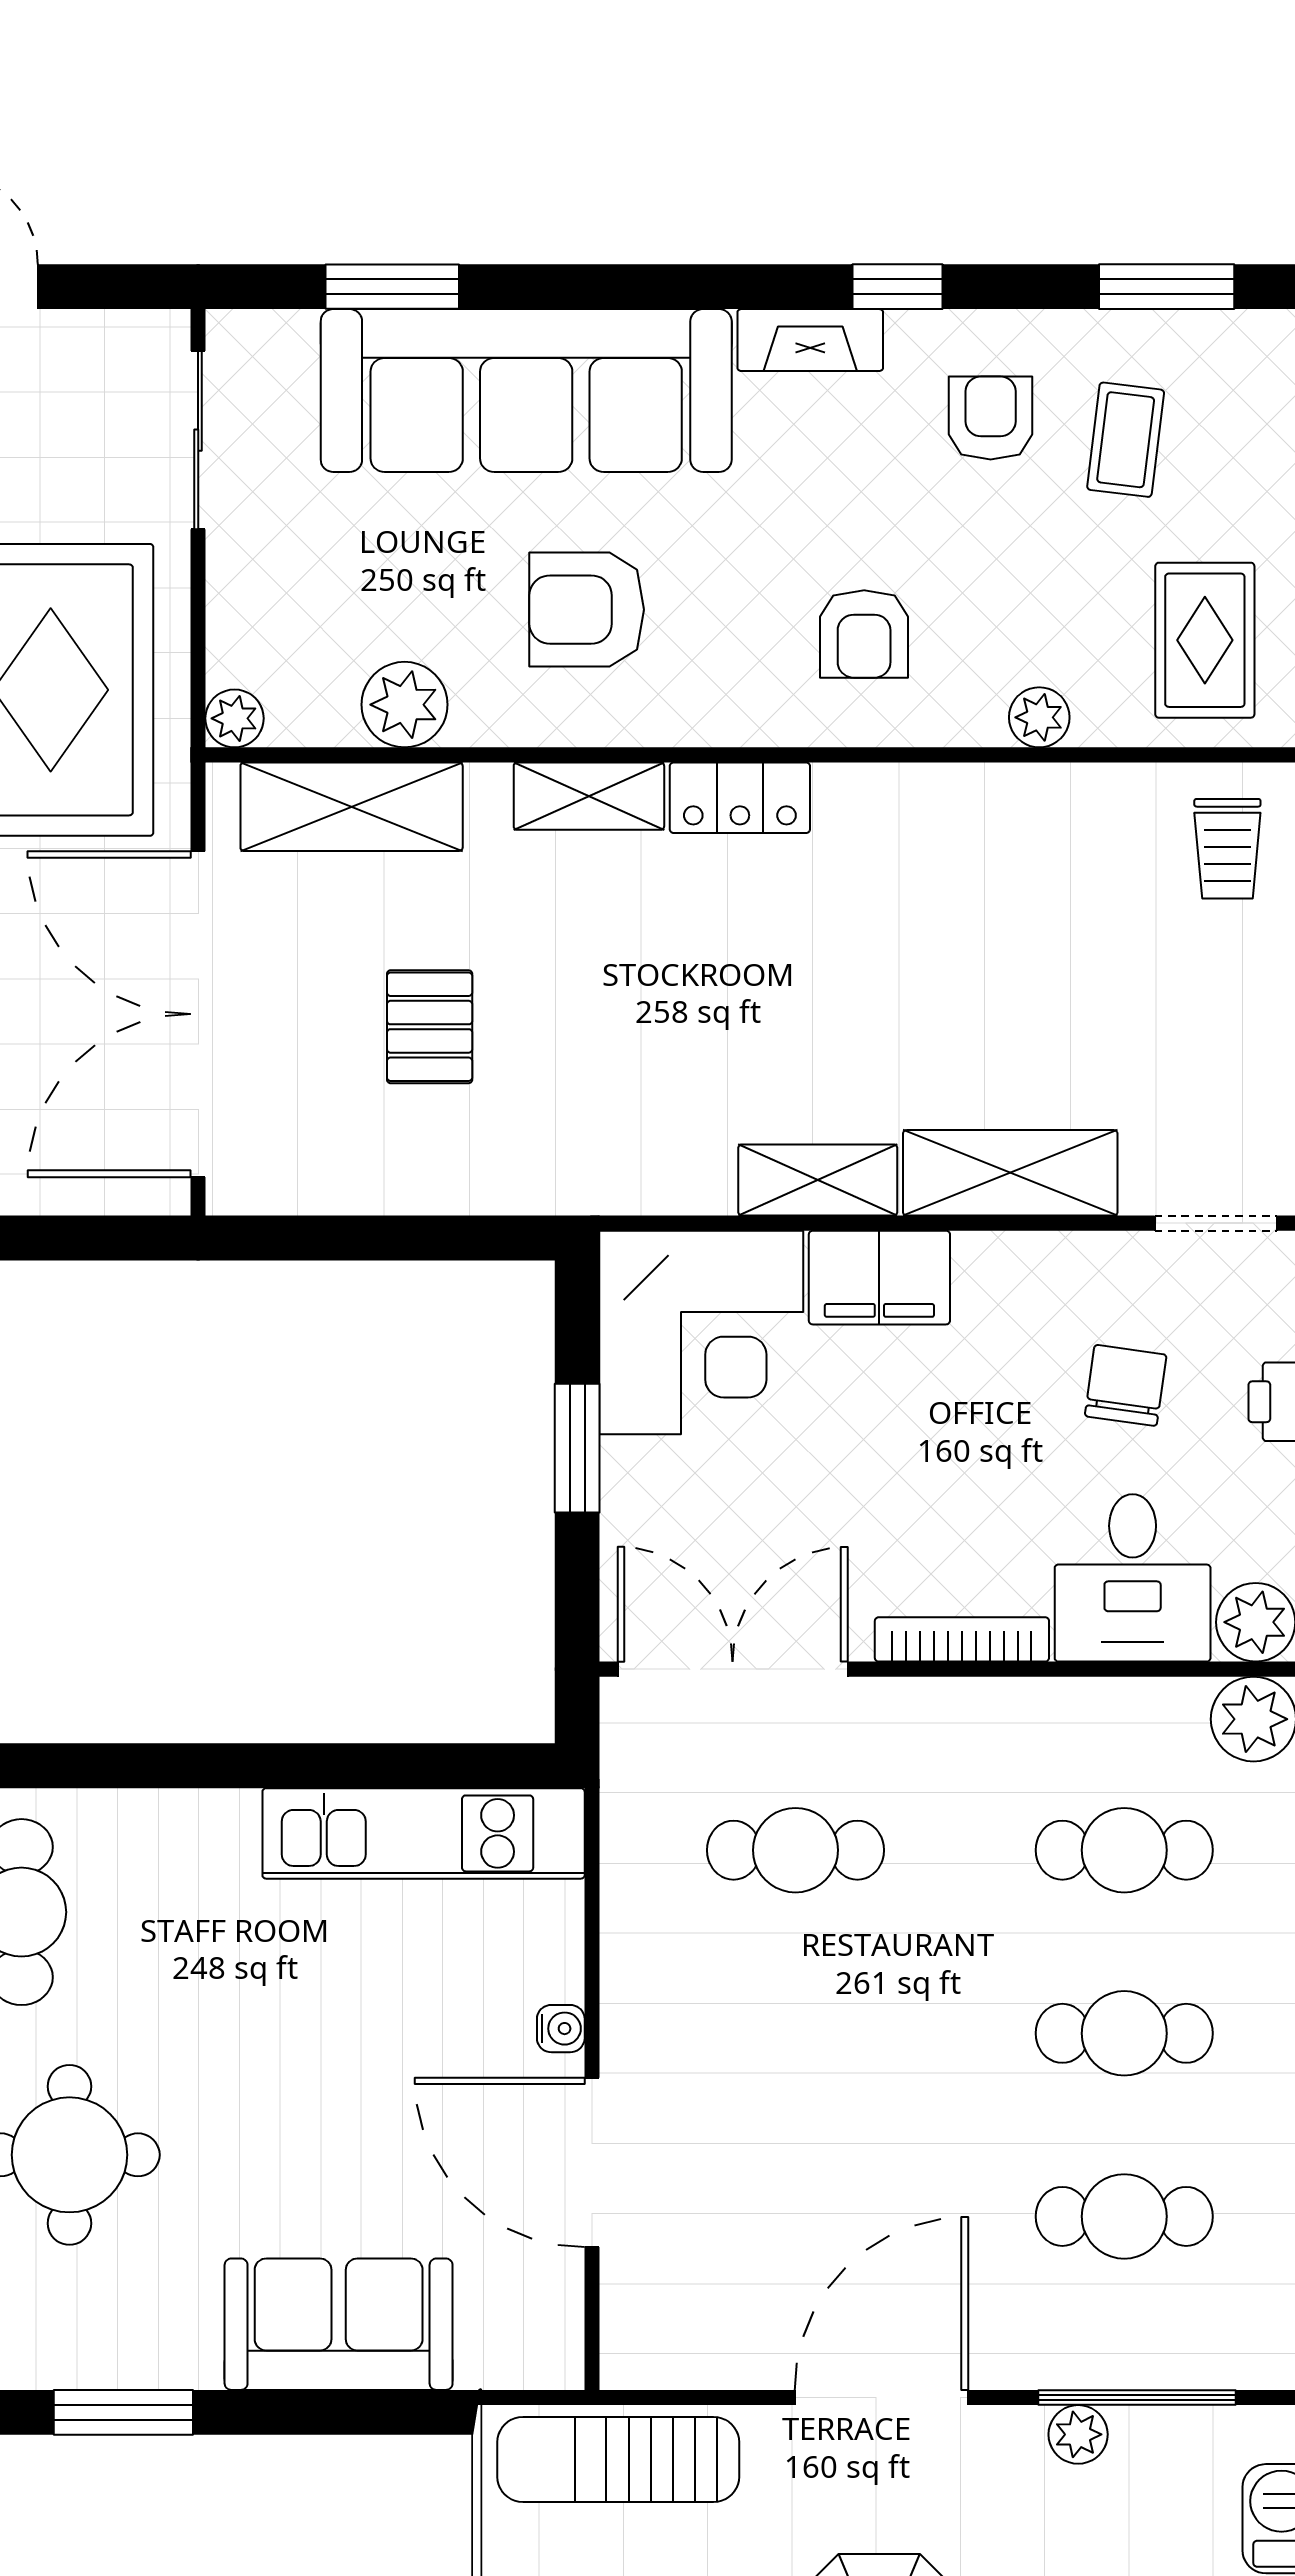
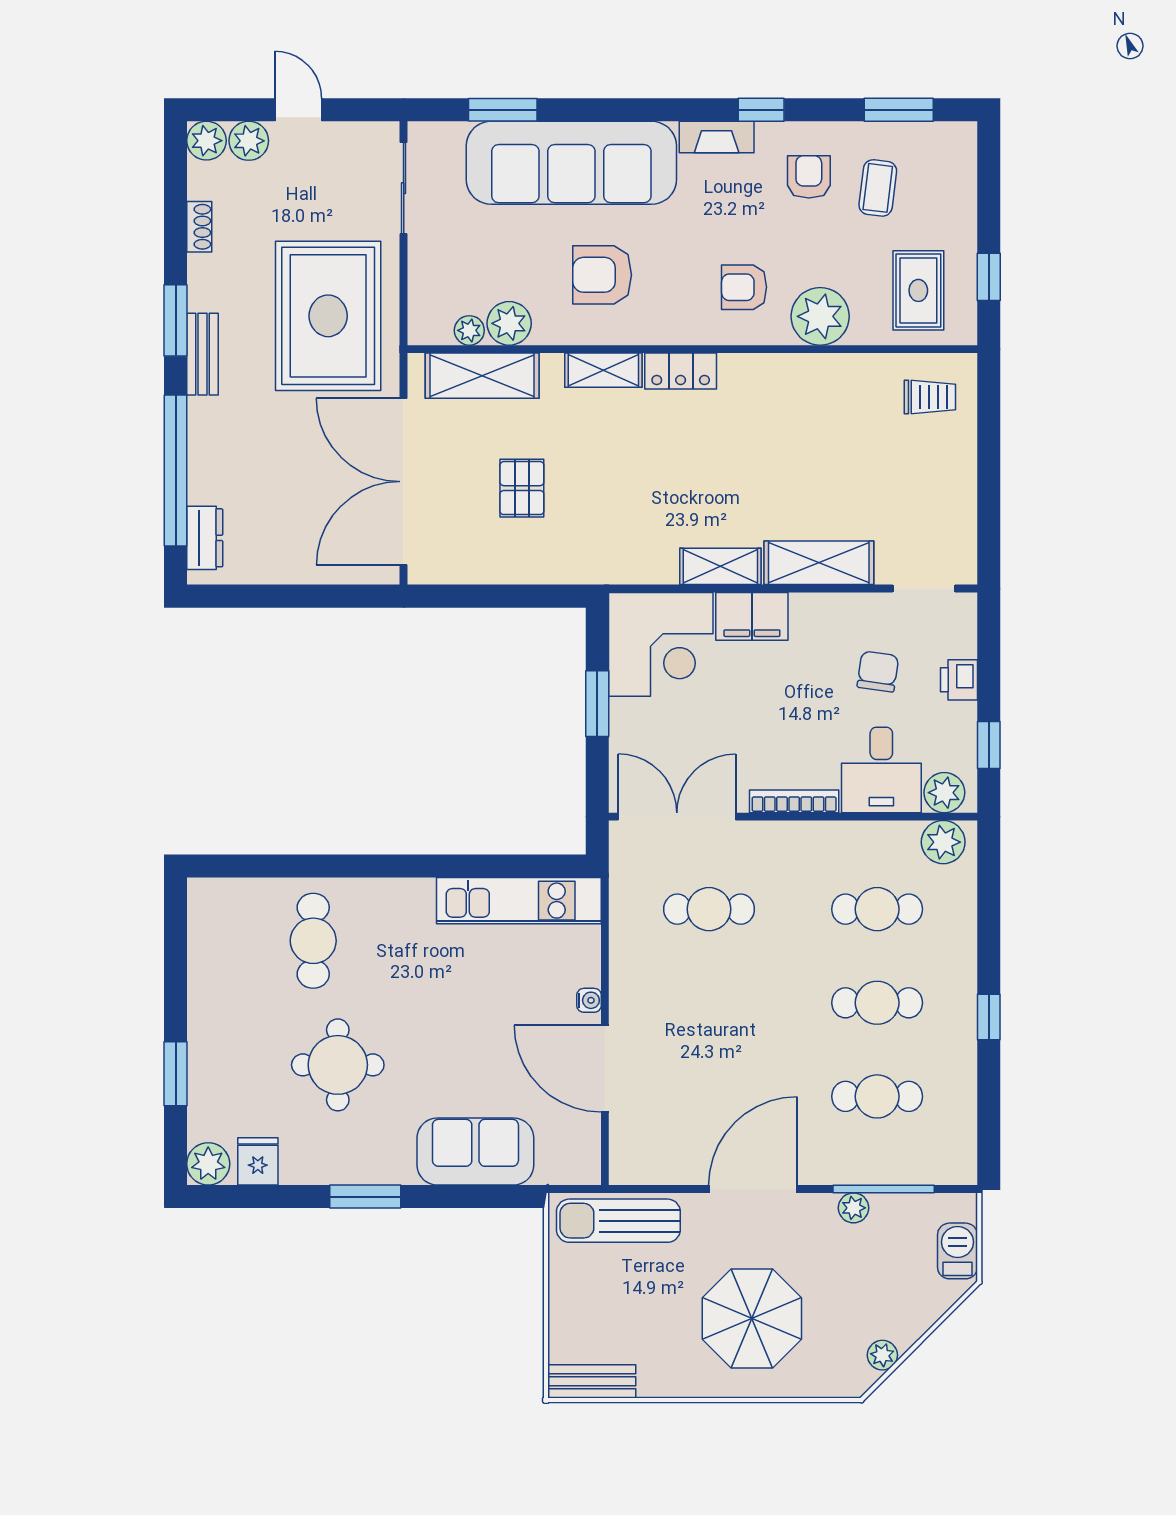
armchair: (864, 634) -> (744, 287), turned 90
plant: (1039, 717) -> (820, 316), width x1.88, depth x1.88
plant: (235, 718) -> (469, 330), moved
trolley: (1227, 849) -> (930, 397), turned -90

